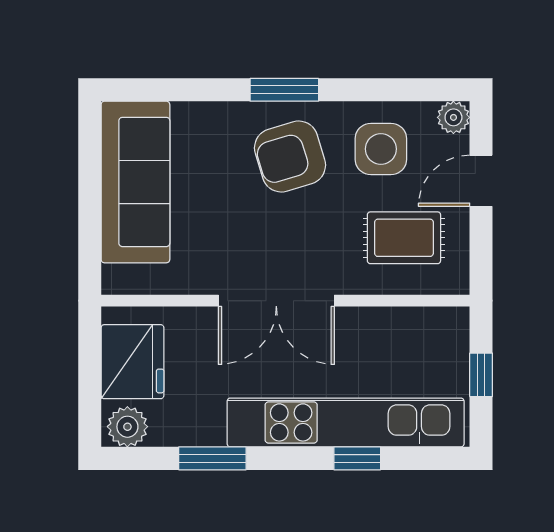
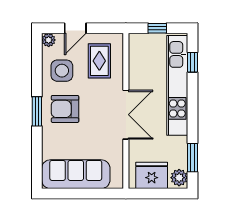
armchair: (290, 157) -> (65, 109), turned 107
door: (481, 181) -> (75, 28), hinge flipped
window: (212, 458) -> (192, 158), moved
window: (357, 458) -> (192, 62), moved

